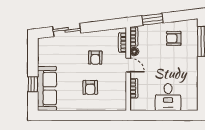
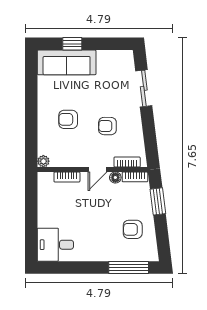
armchair: (174, 38) -> (133, 229), turned -90
desk: (168, 97) -> (55, 245), moved
plant: (122, 106) -> (43, 161), added

